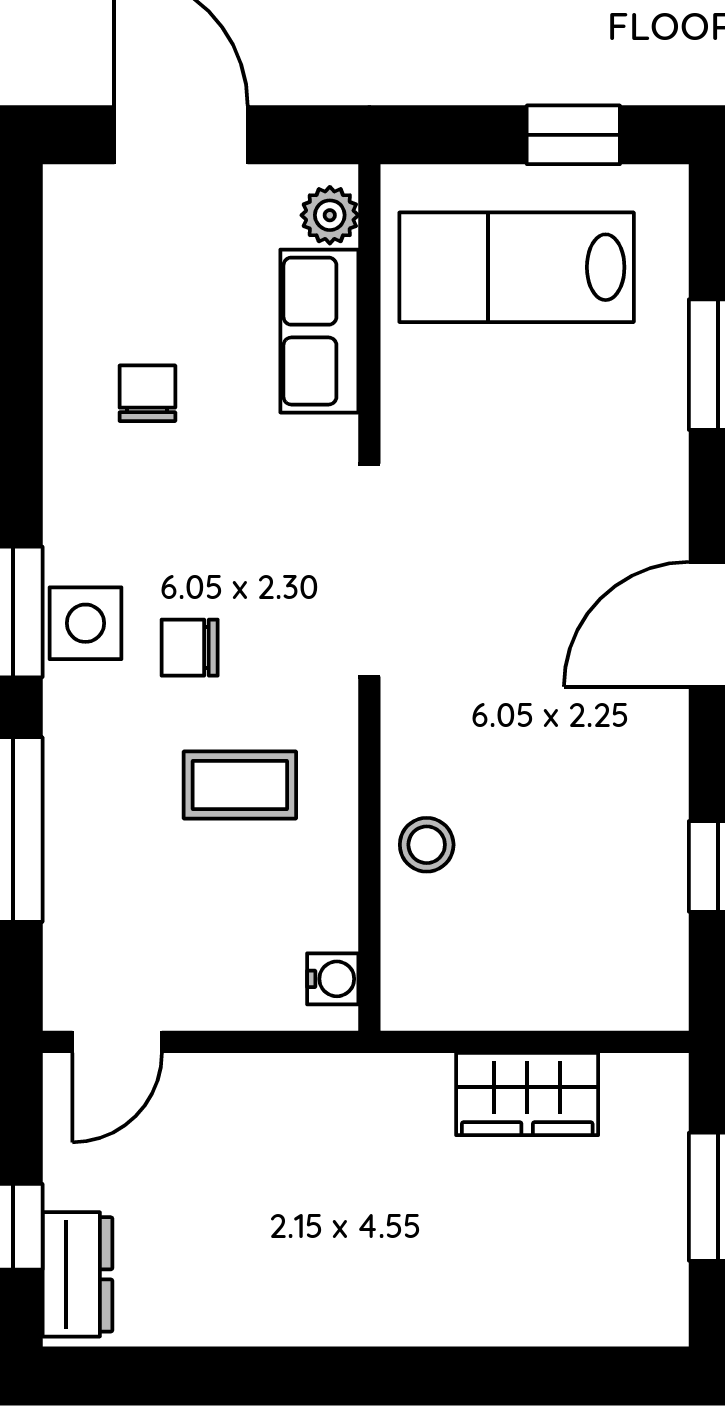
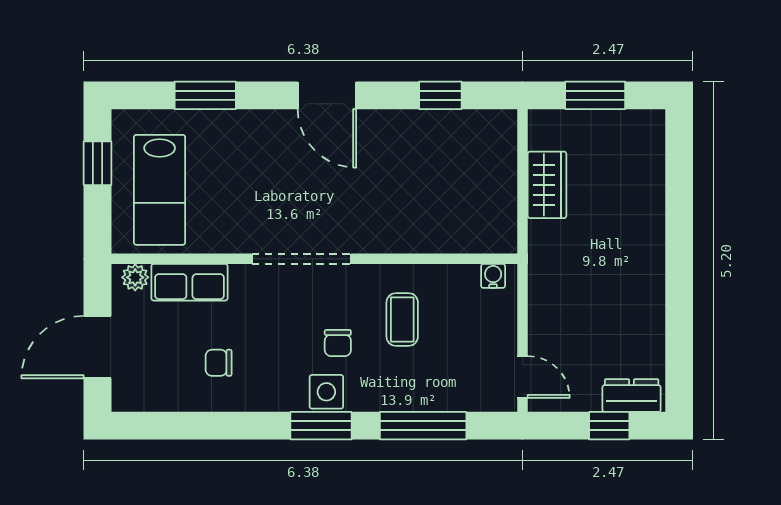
stool: (427, 845) -> (430, 232), removed

